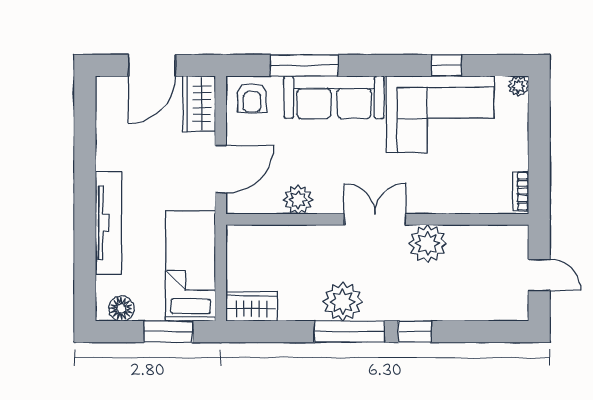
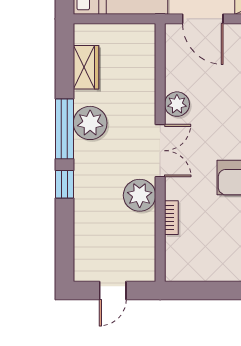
bookcase: (521, 191) -> (171, 218), moved, turned 90
plant: (298, 200) -> (177, 104), moved
wardrobe: (251, 306) -> (86, 67), moved

